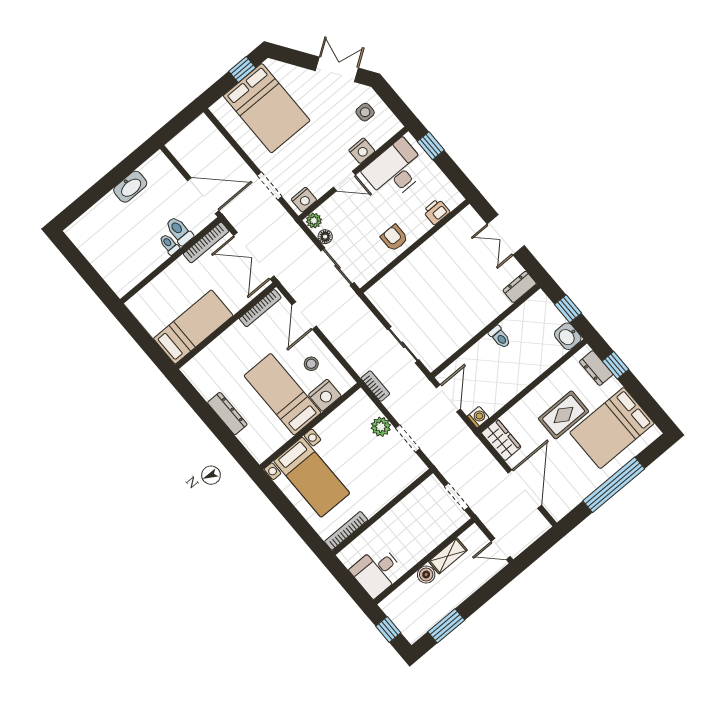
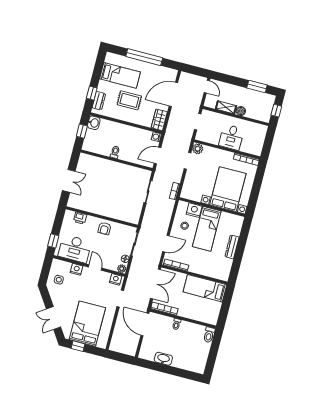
double door: (337, 69) -> (54, 318), moved
toilet: (179, 231) -> (209, 335), moved
dresser: (520, 287) -> (87, 159), removed
plant: (381, 427) -> (198, 149), moved
bed: (612, 428) -> (120, 75), width x0.67
bed with nightstands: (312, 477) -> (228, 189), width x1.36
desk: (377, 571) -> (231, 137), moved, turned 90

